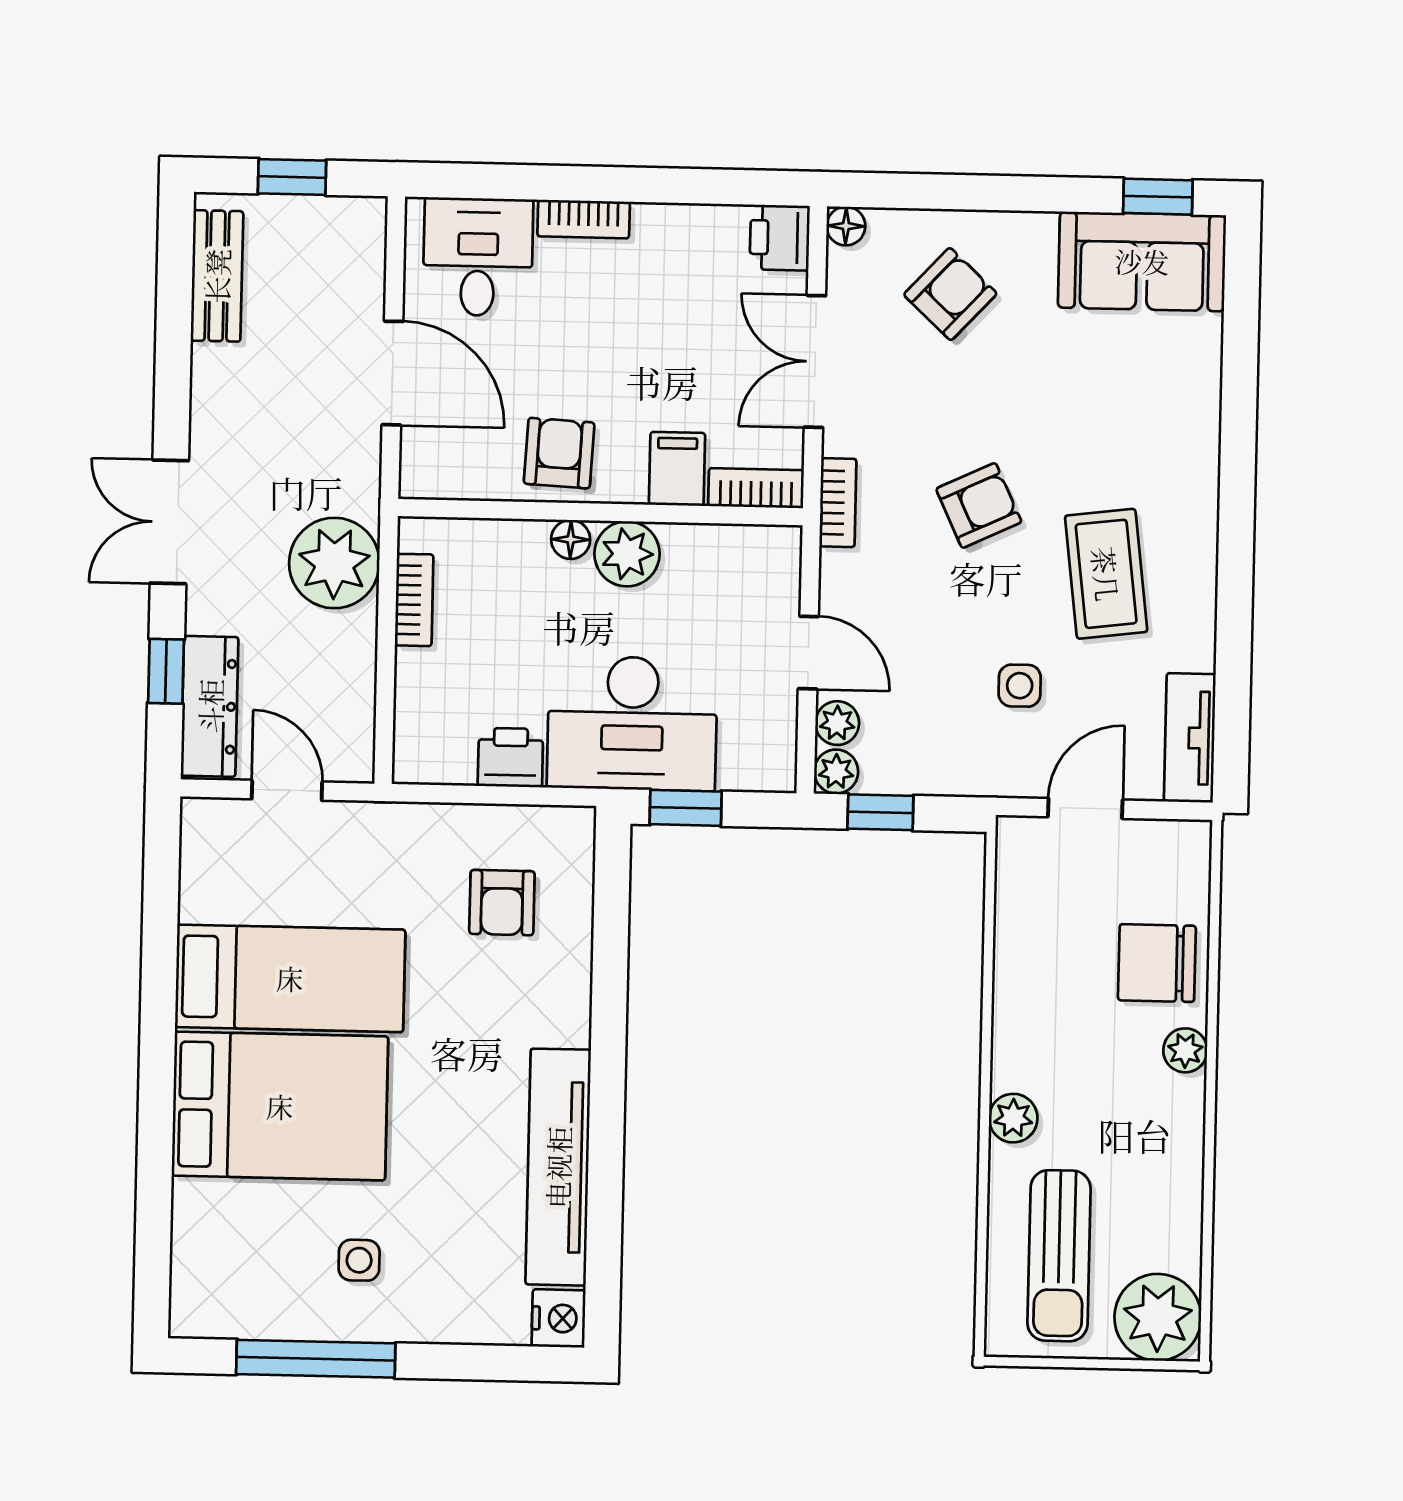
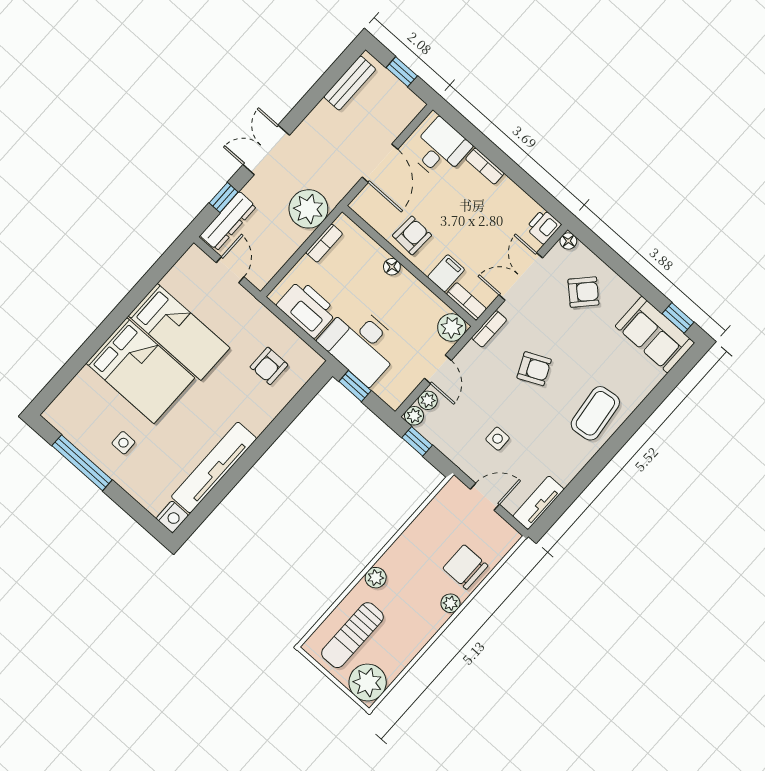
plant: (627, 554) -> (452, 328), moved
coffee table: (1106, 574) -> (595, 413), moved
printer: (510, 758) -> (307, 309), width x1.87, depth x1.48

